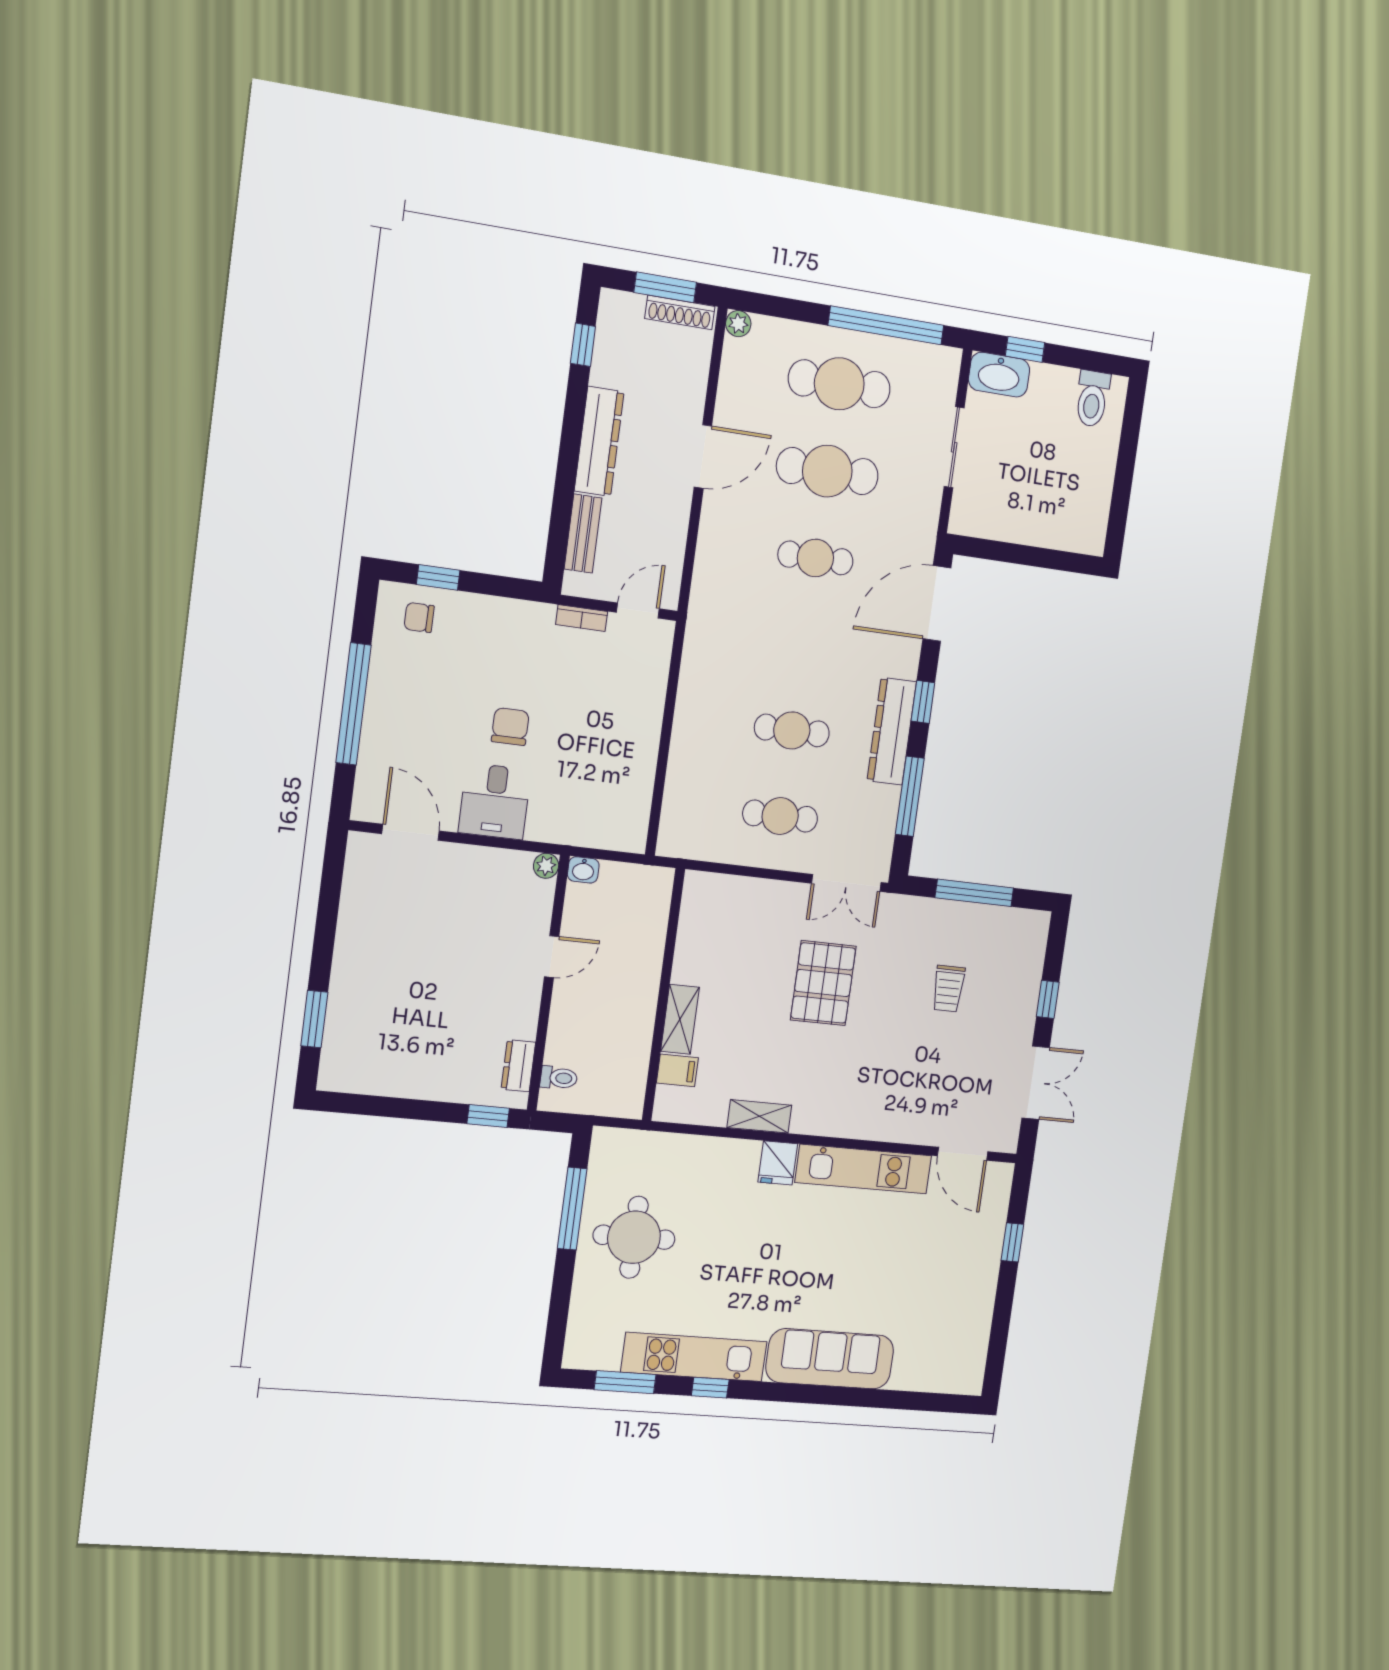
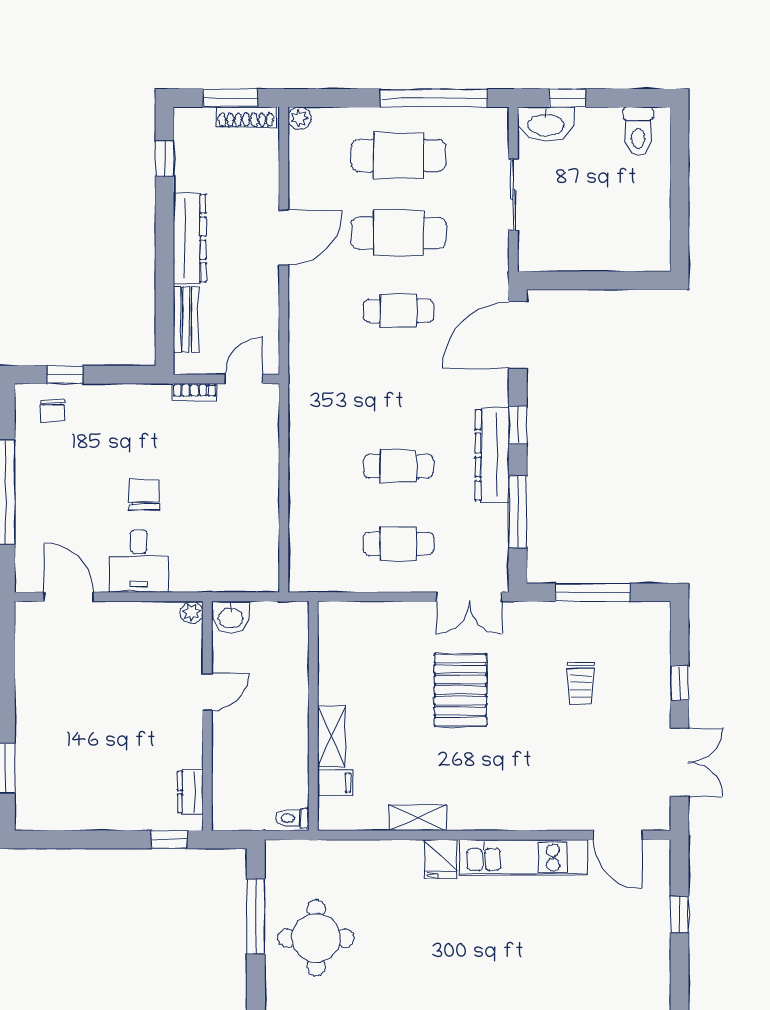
chair: (419, 617) -> (53, 411), turned -93
washbasin: (583, 870) -> (231, 617), width x1.38, depth x1.45
toilet: (559, 1078) -> (292, 818), moved, turned 180

